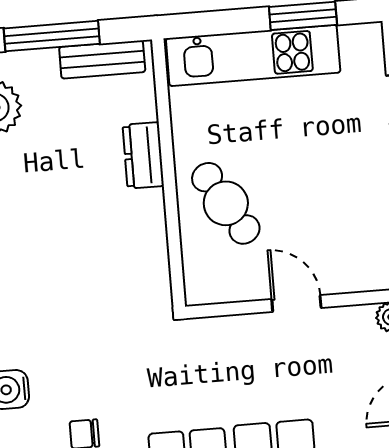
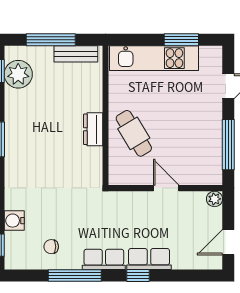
dresser: (143, 155) -> (93, 129), moved

